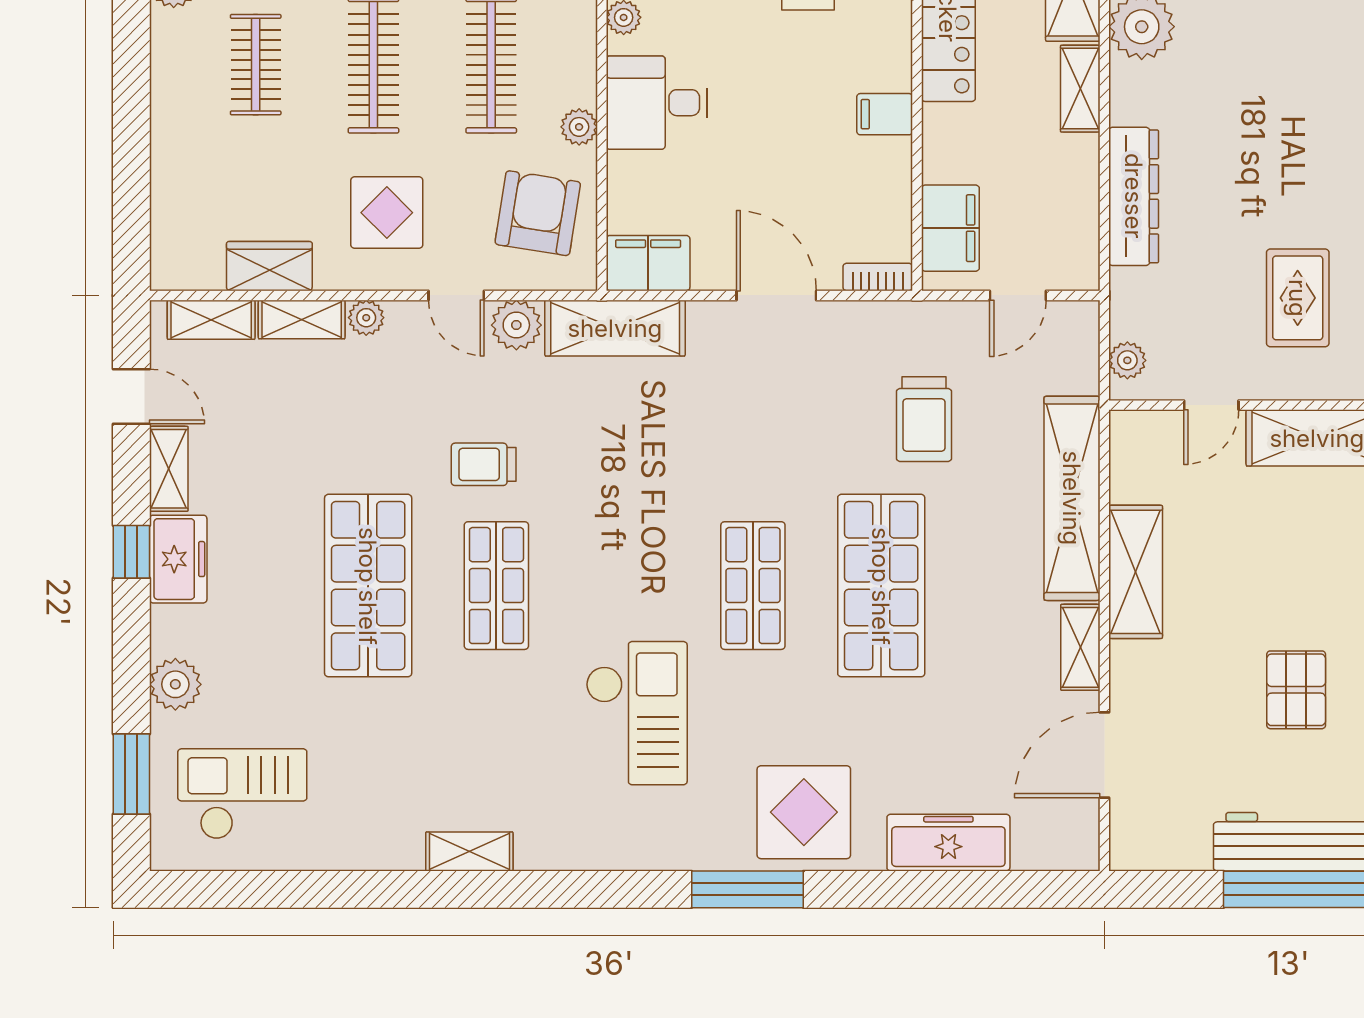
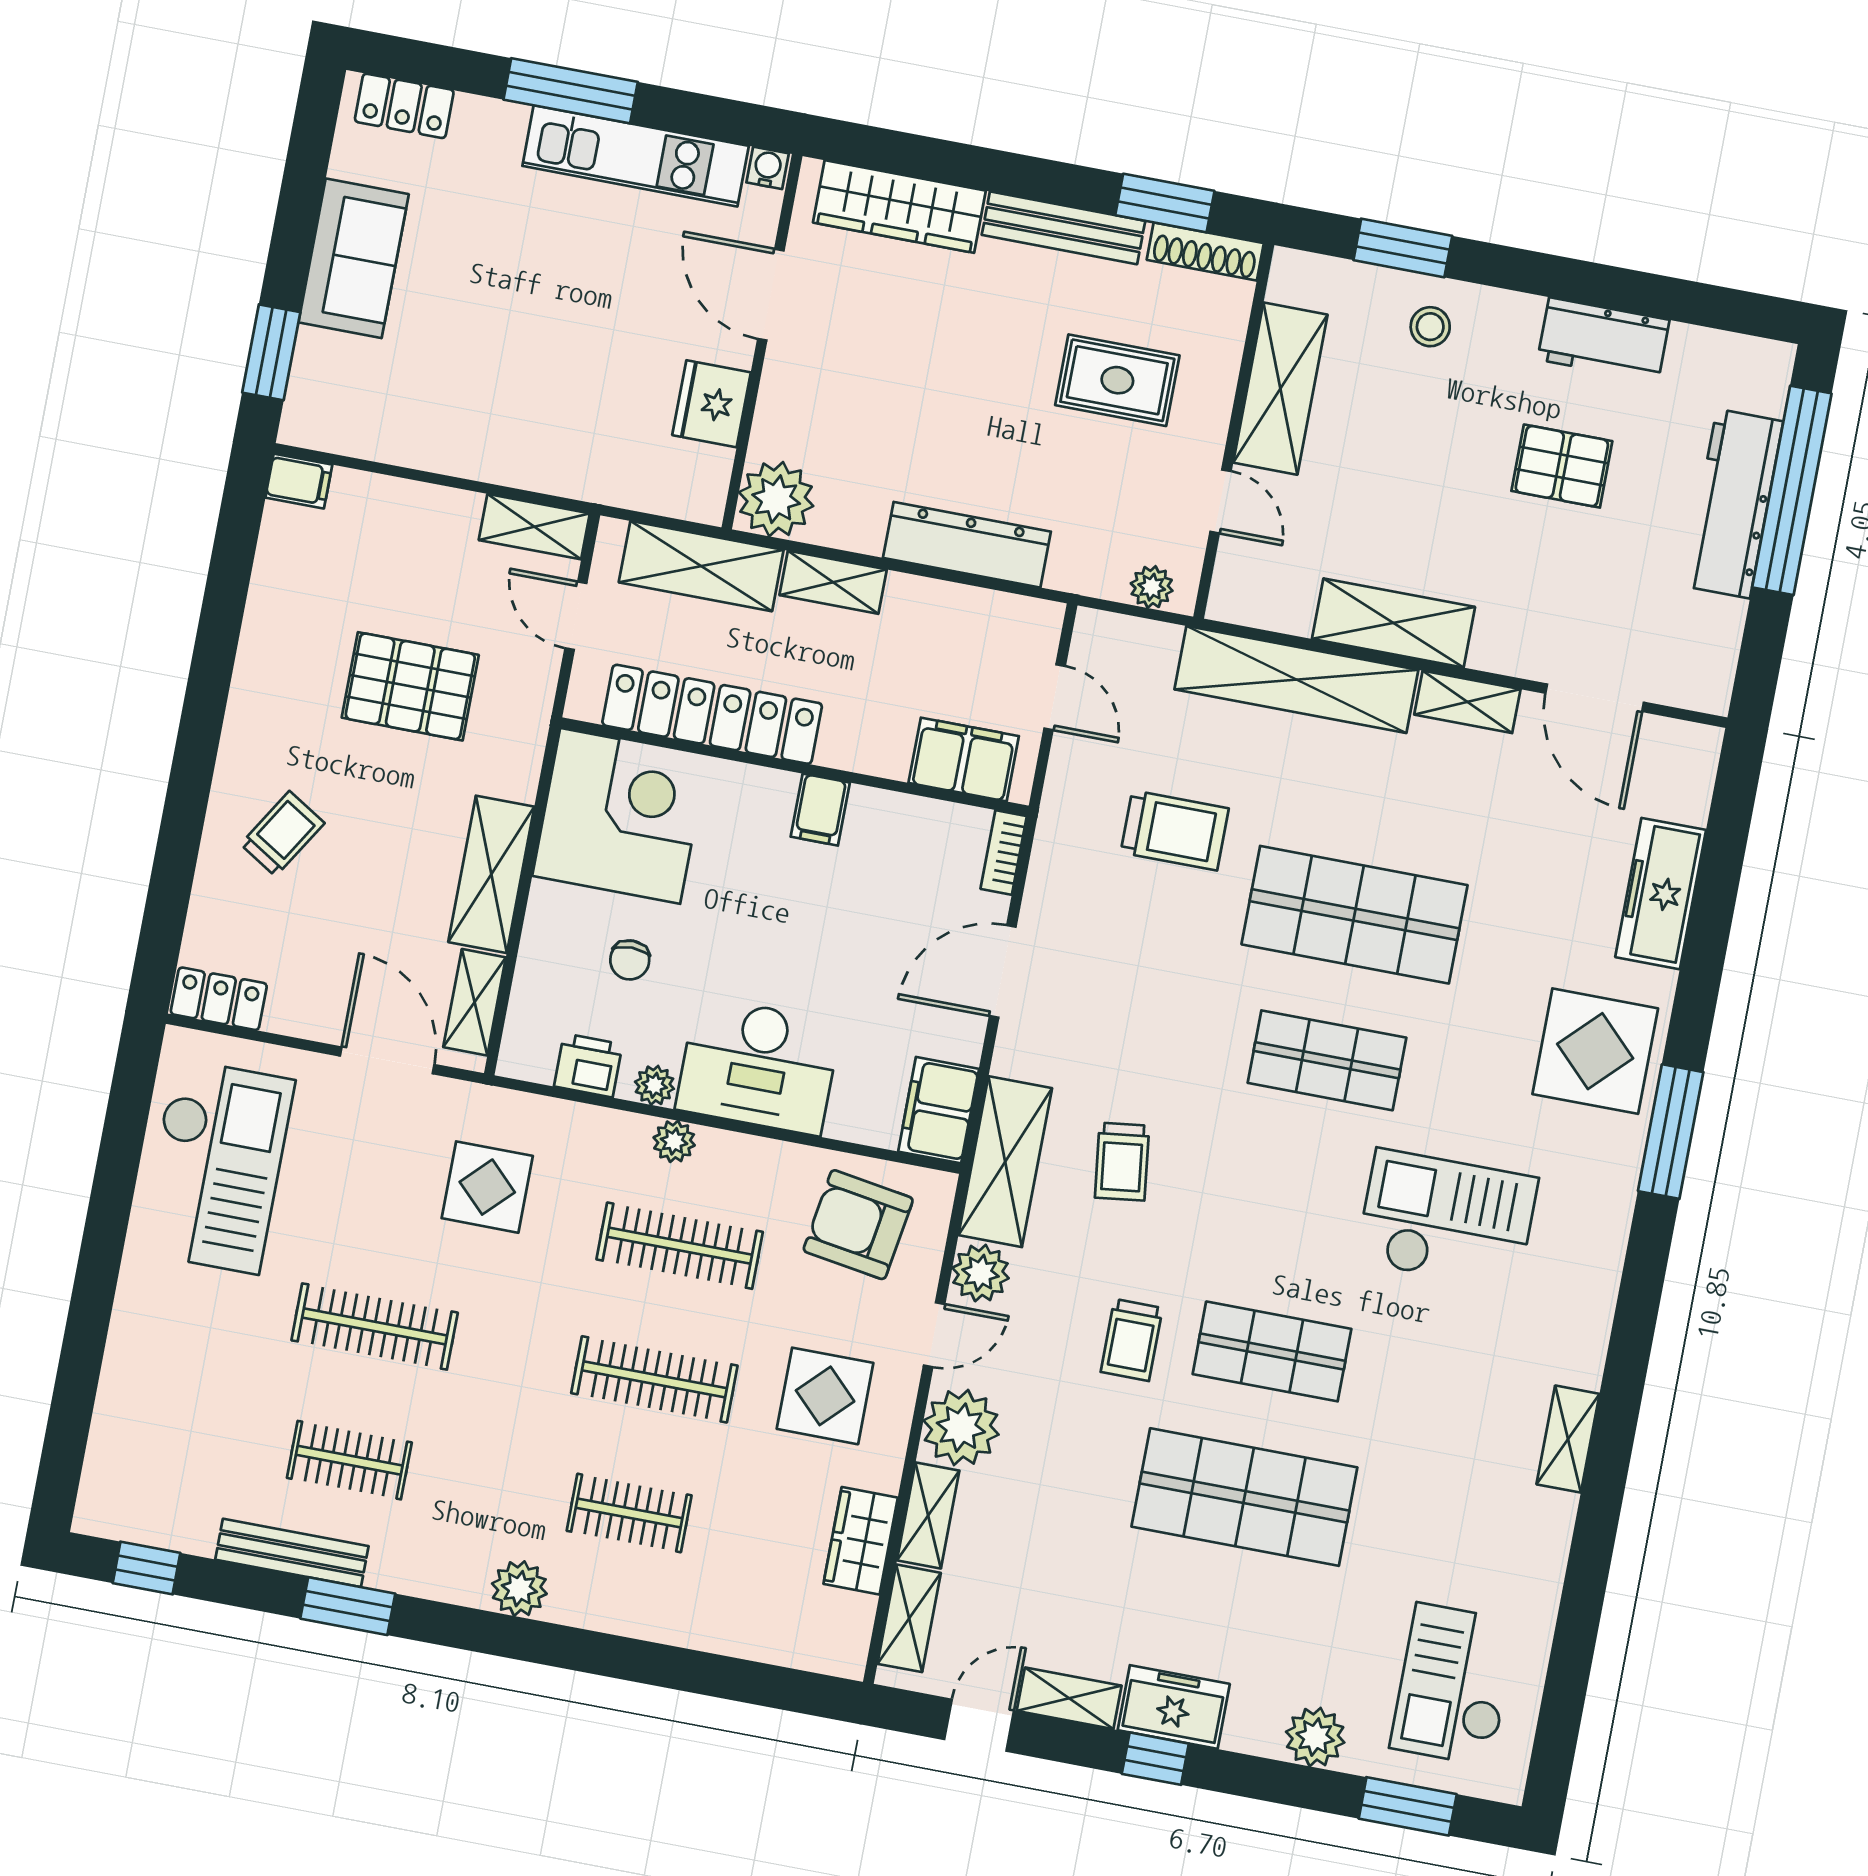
desk: (657, 103) -> (758, 1066), width x1.37
plant: (579, 127) -> (674, 1141), moved
plant: (366, 318) -> (961, 1428), width x1.88, depth x1.88
trolley: (634, 427) -> (1122, 1162), added

